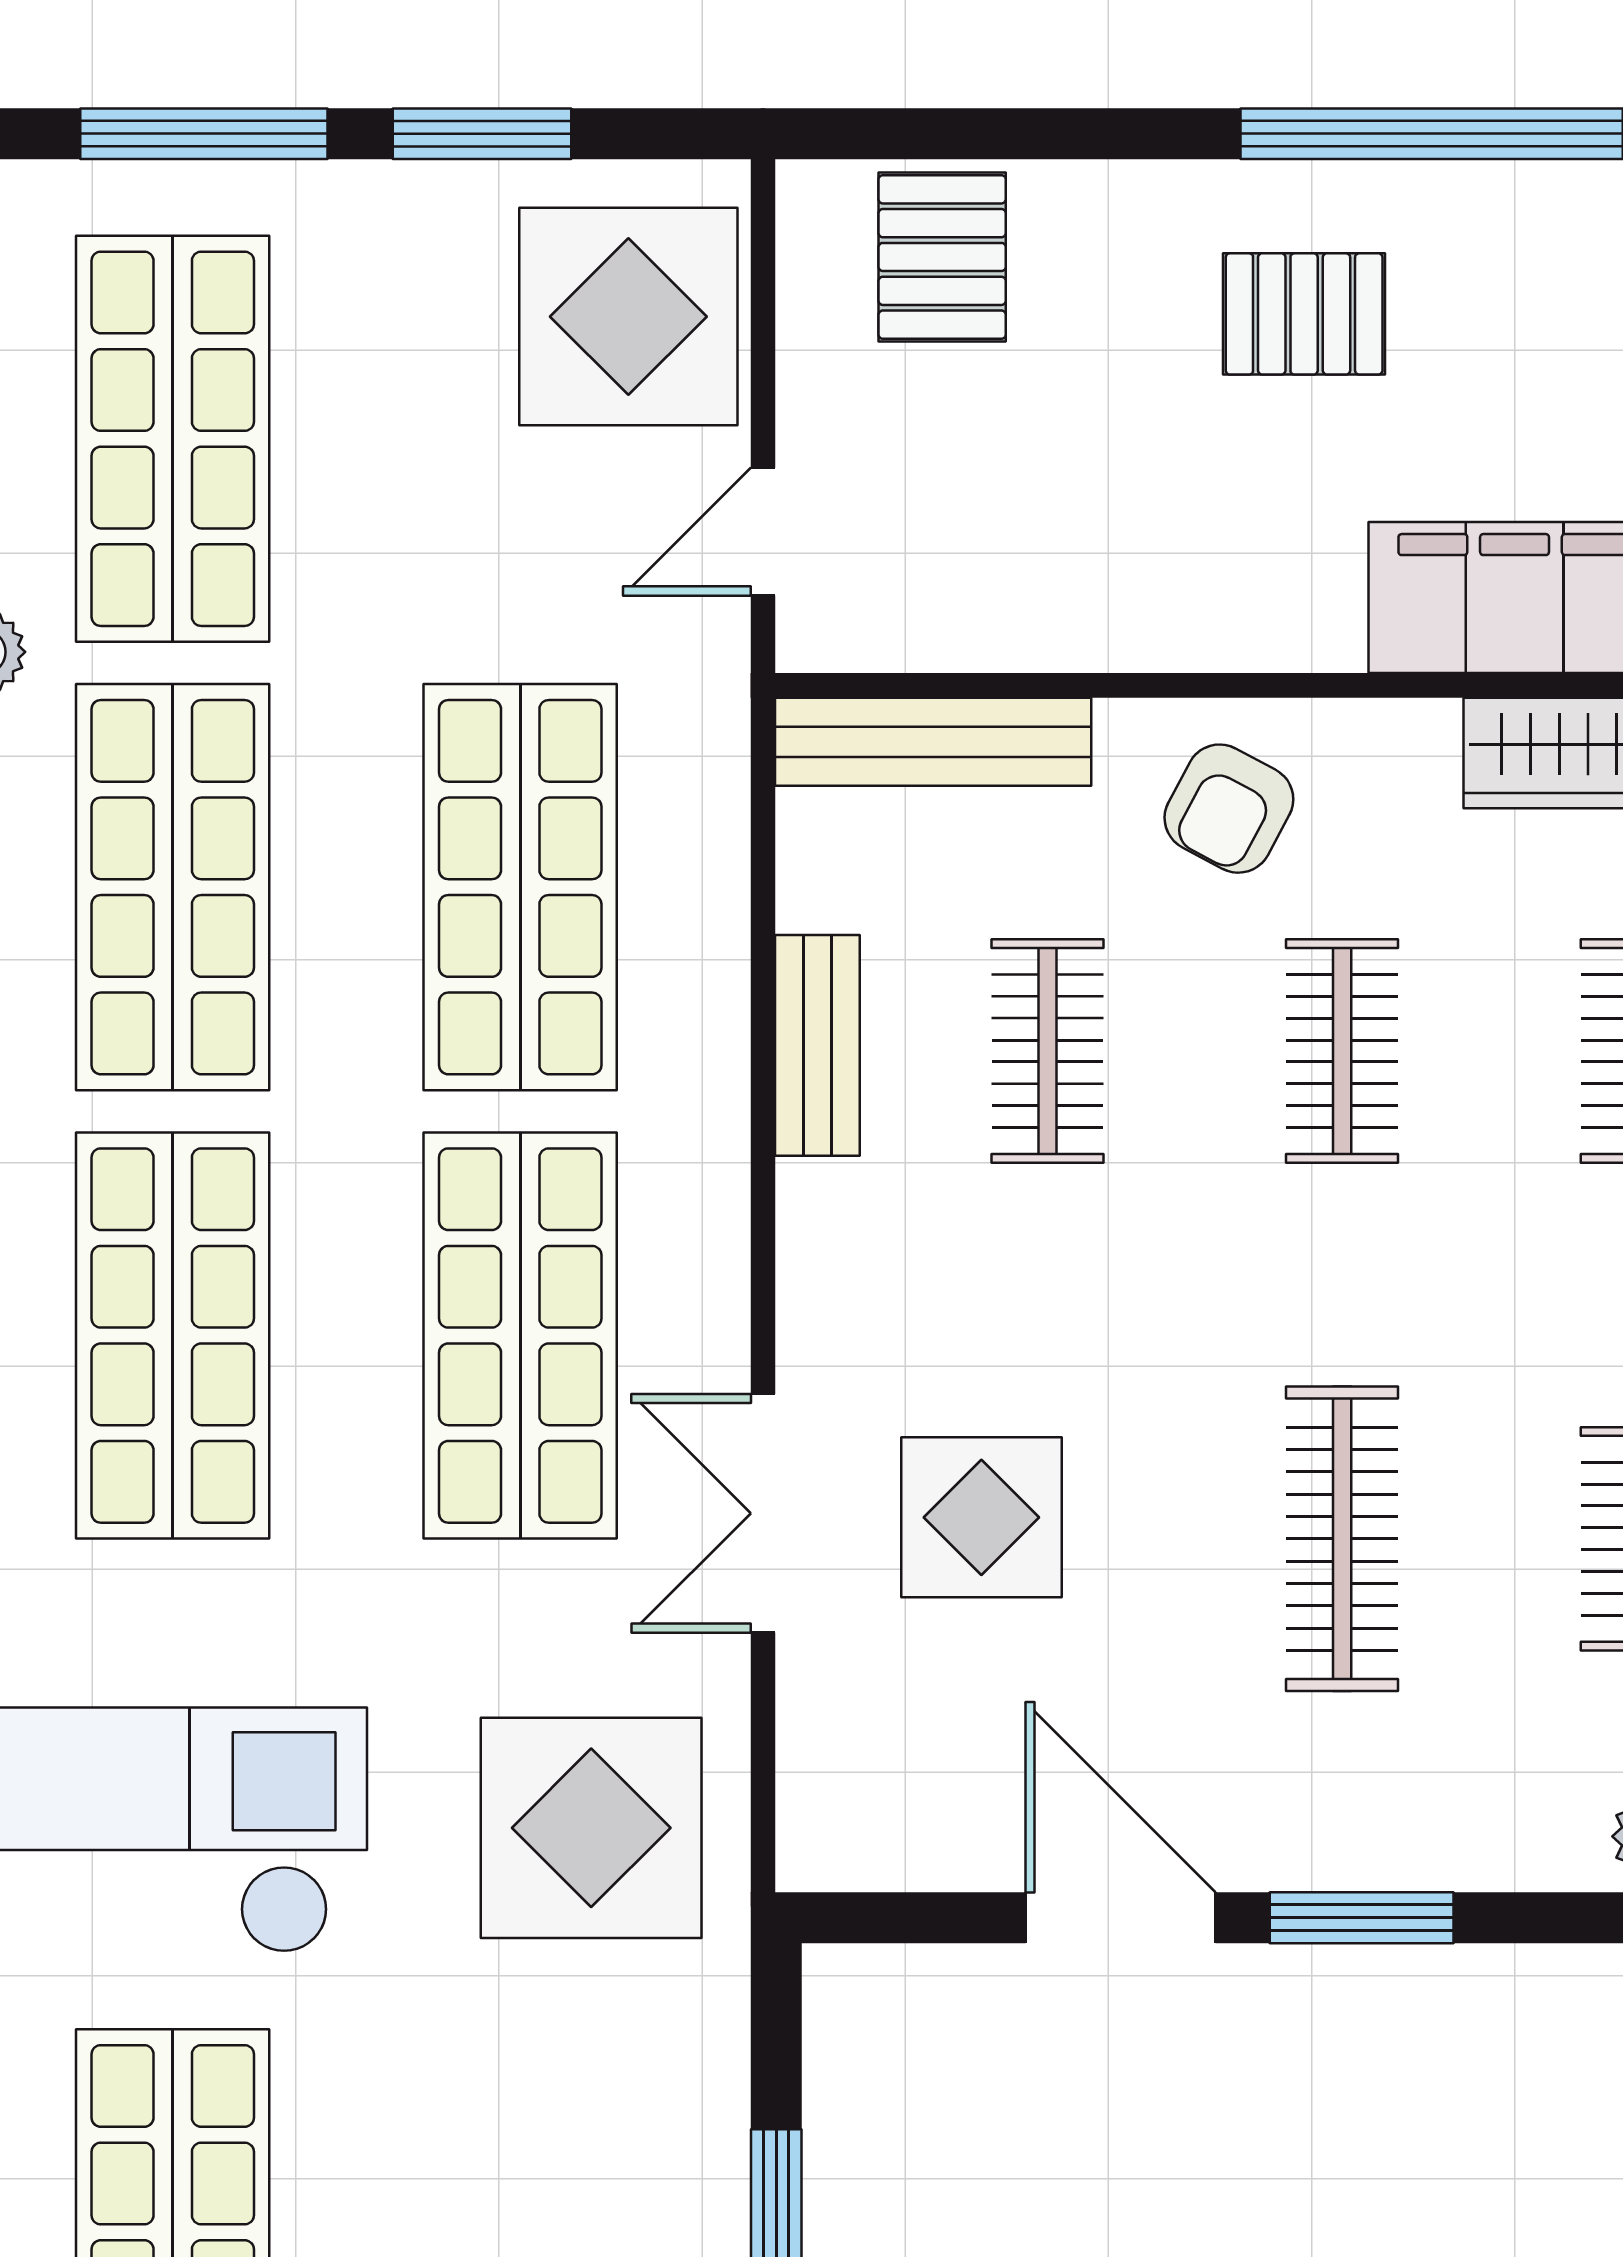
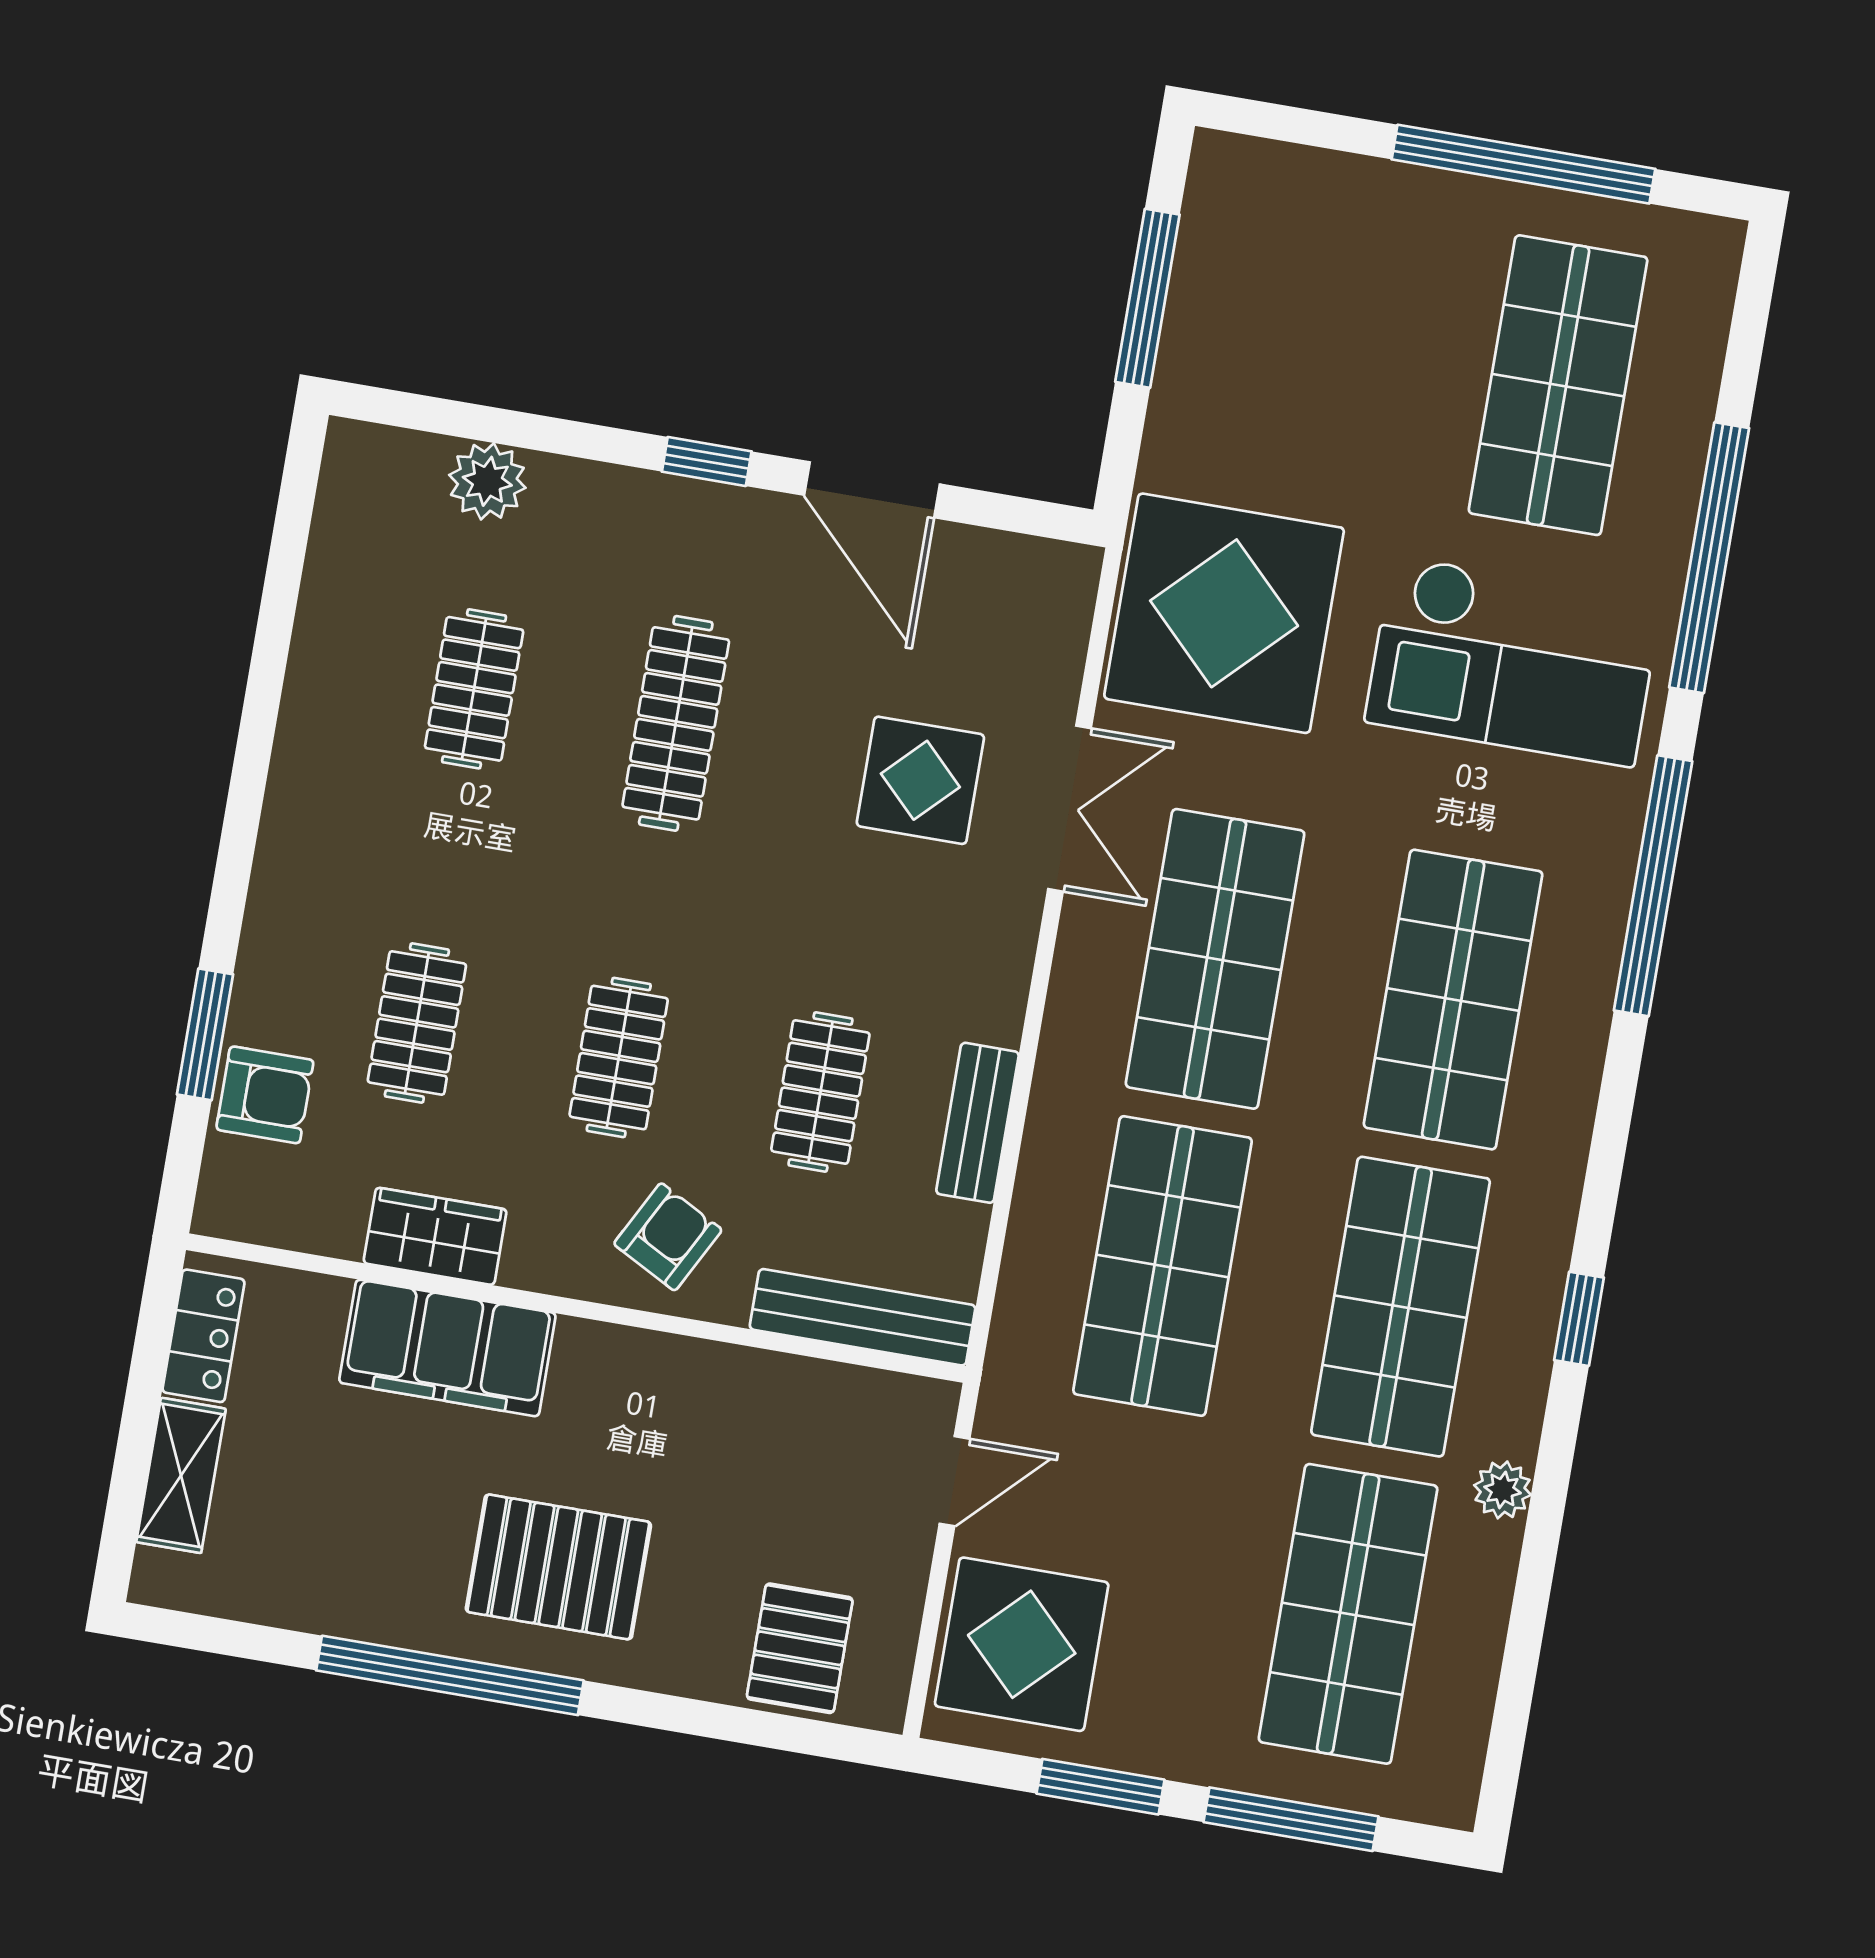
pallet: (1304, 314) -> (558, 1567), width x1.50, depth x1.42
display table: (591, 1828) -> (1224, 613), width x1.36, depth x1.36
window: (1362, 1918) -> (707, 461), width x0.67

